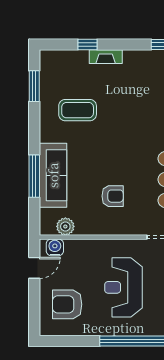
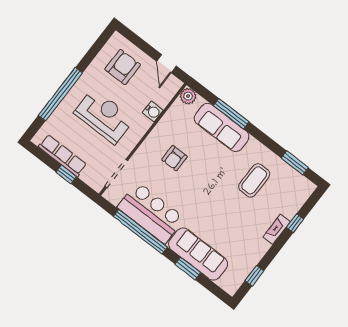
plant: (65, 226) -> (188, 96), moved
water cooler: (55, 247) -> (153, 111), moved

